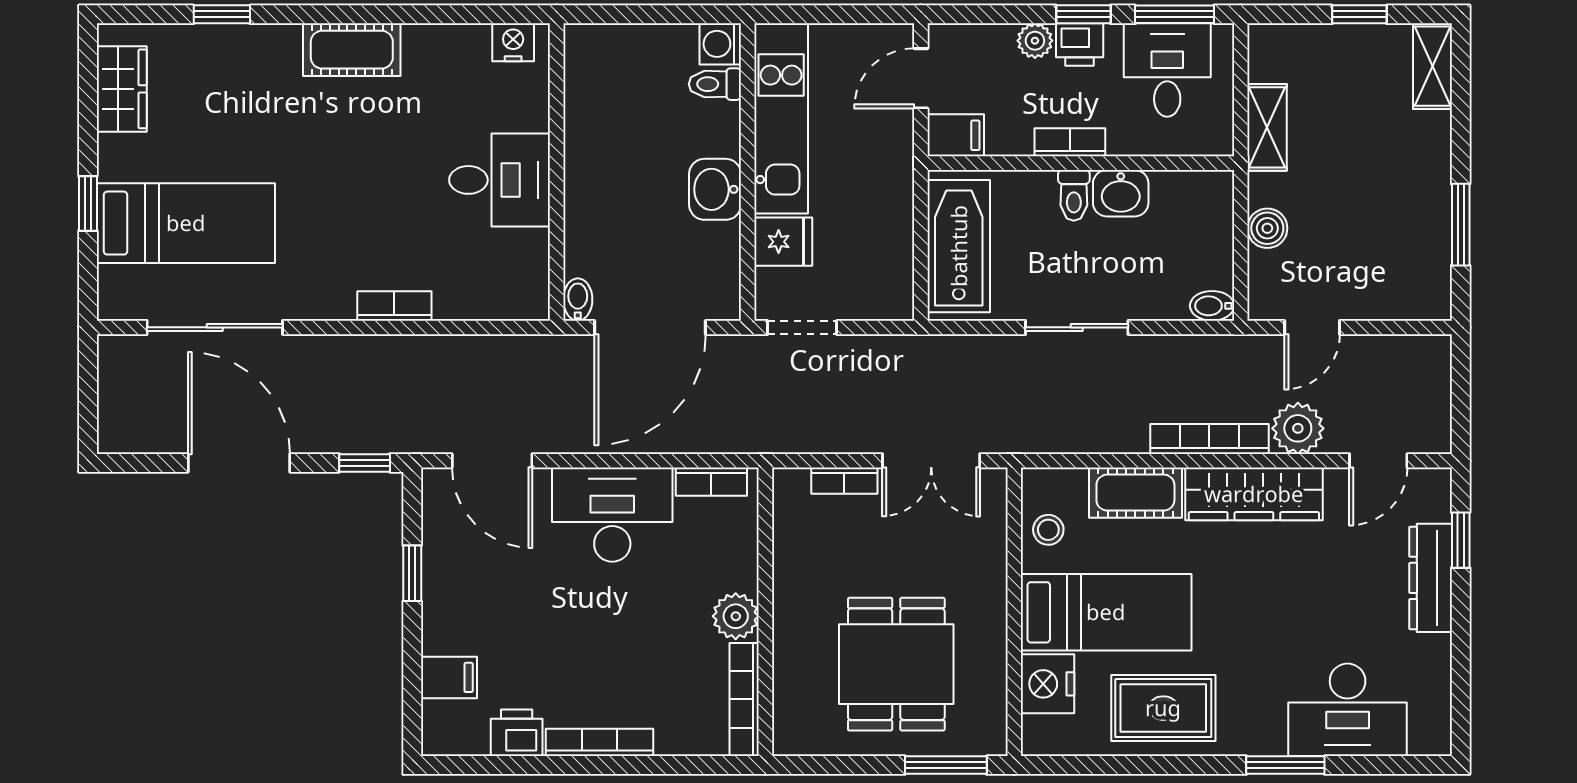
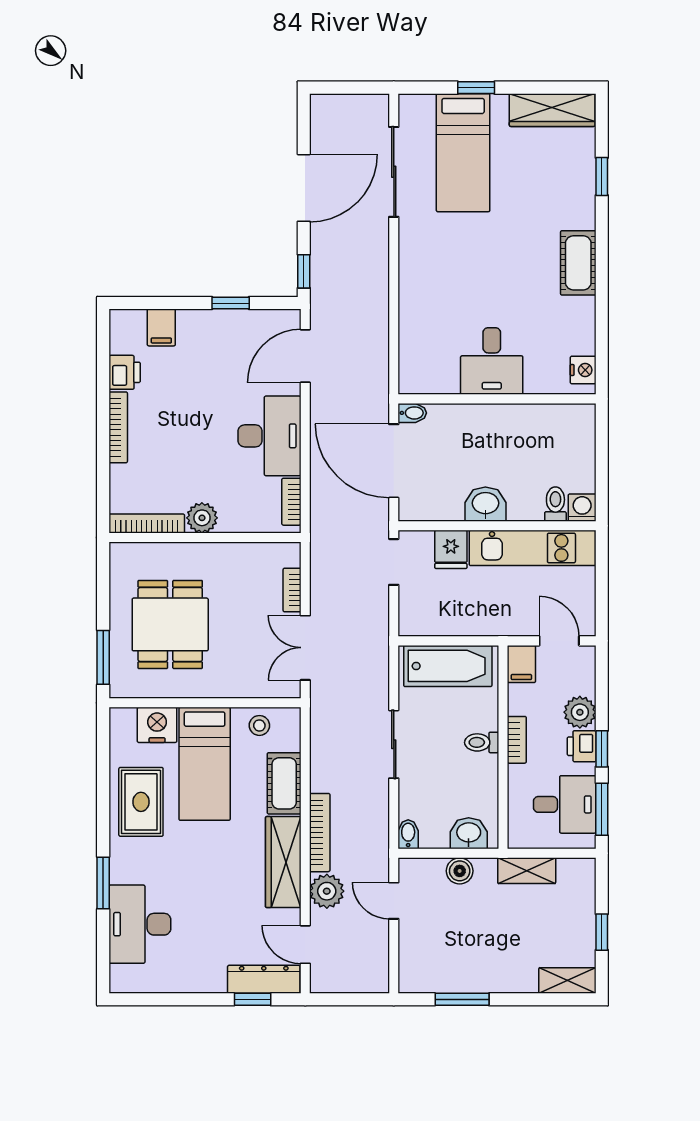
plant: (1035, 41) -> (580, 712), width x1.38, depth x1.38
wardrobe: (122, 89) -> (552, 110), width x1.50
washbasin: (1121, 193) -> (469, 833), moved, turned 90
bookcase: (394, 306) -> (408, 291), removed
dresser: (1431, 578) -> (264, 979), moved
dining table: (896, 664) -> (170, 624), turned 90

